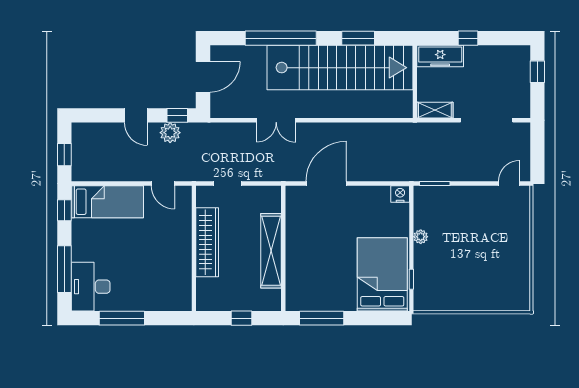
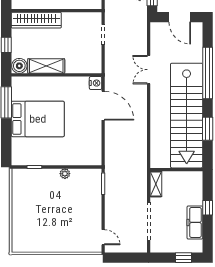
freezer: (440, 56) -> (195, 222), moved
nightstand: (400, 194) -> (96, 83), moved
wardrobe: (207, 242) -> (36, 20), moved
shelving: (271, 251) -> (46, 66), width x0.68
bed: (382, 274) -> (38, 119), moved
boiler: (271, 300) -> (19, 66), added

